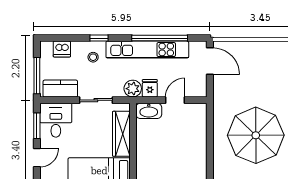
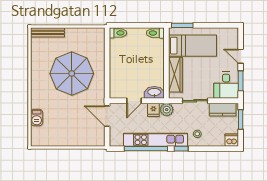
window: (99, 38) -> (181, 149), moved
dishwasher: (62, 49) -> (232, 140), moved
door: (210, 61) -> (107, 116), moved
window: (37, 76) -> (241, 120), width x0.69
door: (37, 158) -> (241, 56), hinge flipped

